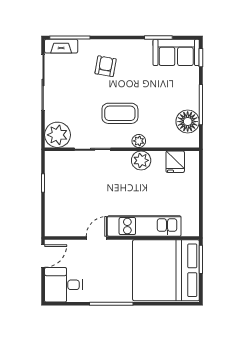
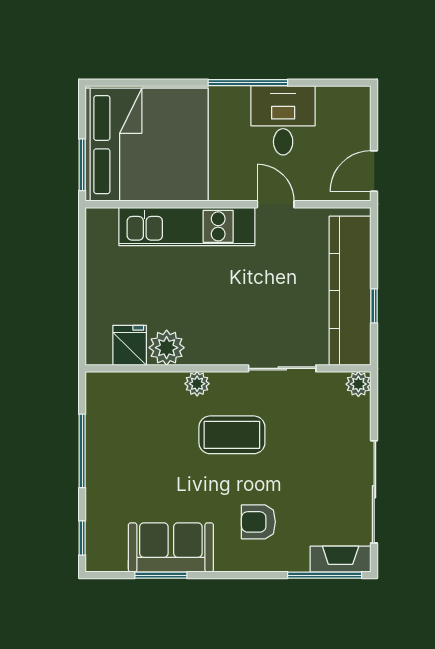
sofa: (176, 52) -> (171, 547), moved
armchair: (106, 66) -> (258, 522), turned 80
floor lamp: (188, 122) -> (107, 420), removed
plant: (57, 135) -> (358, 384), width x0.53, depth x0.53
plant: (141, 160) -> (167, 348), moved
kitchen counter: (56, 191) -> (350, 291), added
door: (96, 238) -> (276, 204), swing flipped
desk: (63, 285) -> (283, 120), moved, turned -90

